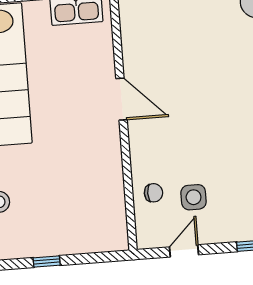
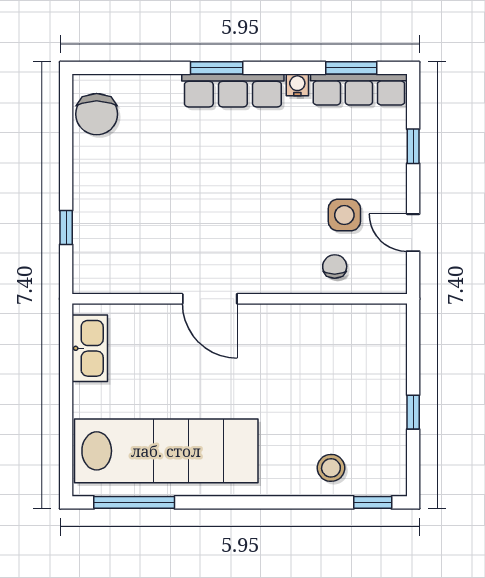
door: (121, 99) -> (210, 299), swing flipped

